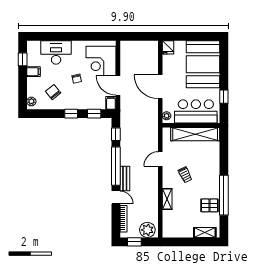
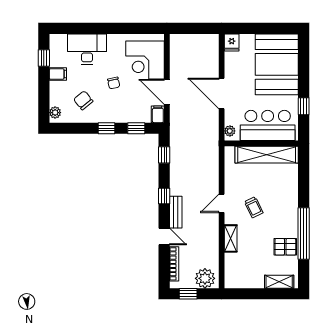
door: (160, 159) -> (222, 203), moved
window: (116, 166) -> (164, 196), width x0.32

